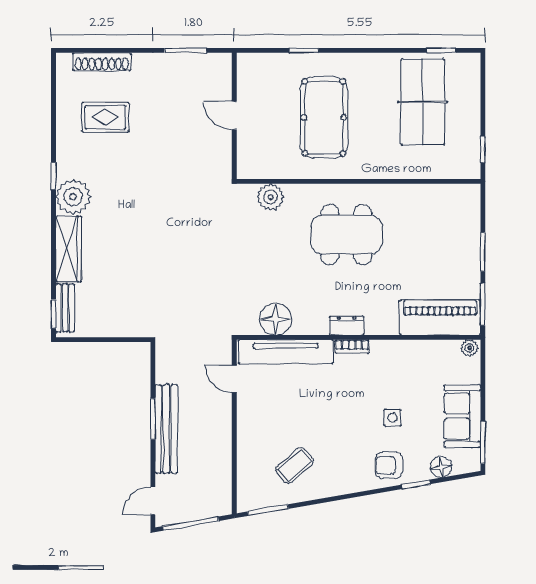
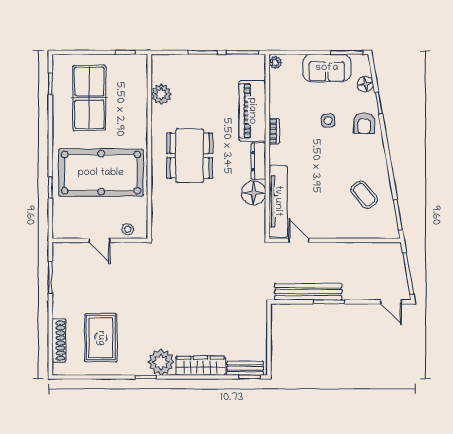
table tennis table: (423, 102) -> (89, 98), turned 90
door: (234, 116) -> (100, 240), hinge flipped
rug: (105, 117) -> (101, 338), width x1.36, depth x1.43
pool table: (324, 117) -> (101, 173), width x1.36, depth x1.32
stool: (249, 153) -> (128, 229), added
plant: (270, 197) -> (161, 94), moved
piano: (440, 318) -> (252, 111), moved
floor lamp: (276, 319) -> (254, 193), moved
dresser: (347, 326) -> (258, 161), width x1.44
bookcase: (352, 346) -> (274, 131), moved
door: (234, 379) -> (299, 240), swing flipped
bench: (166, 429) -> (308, 292), moved

